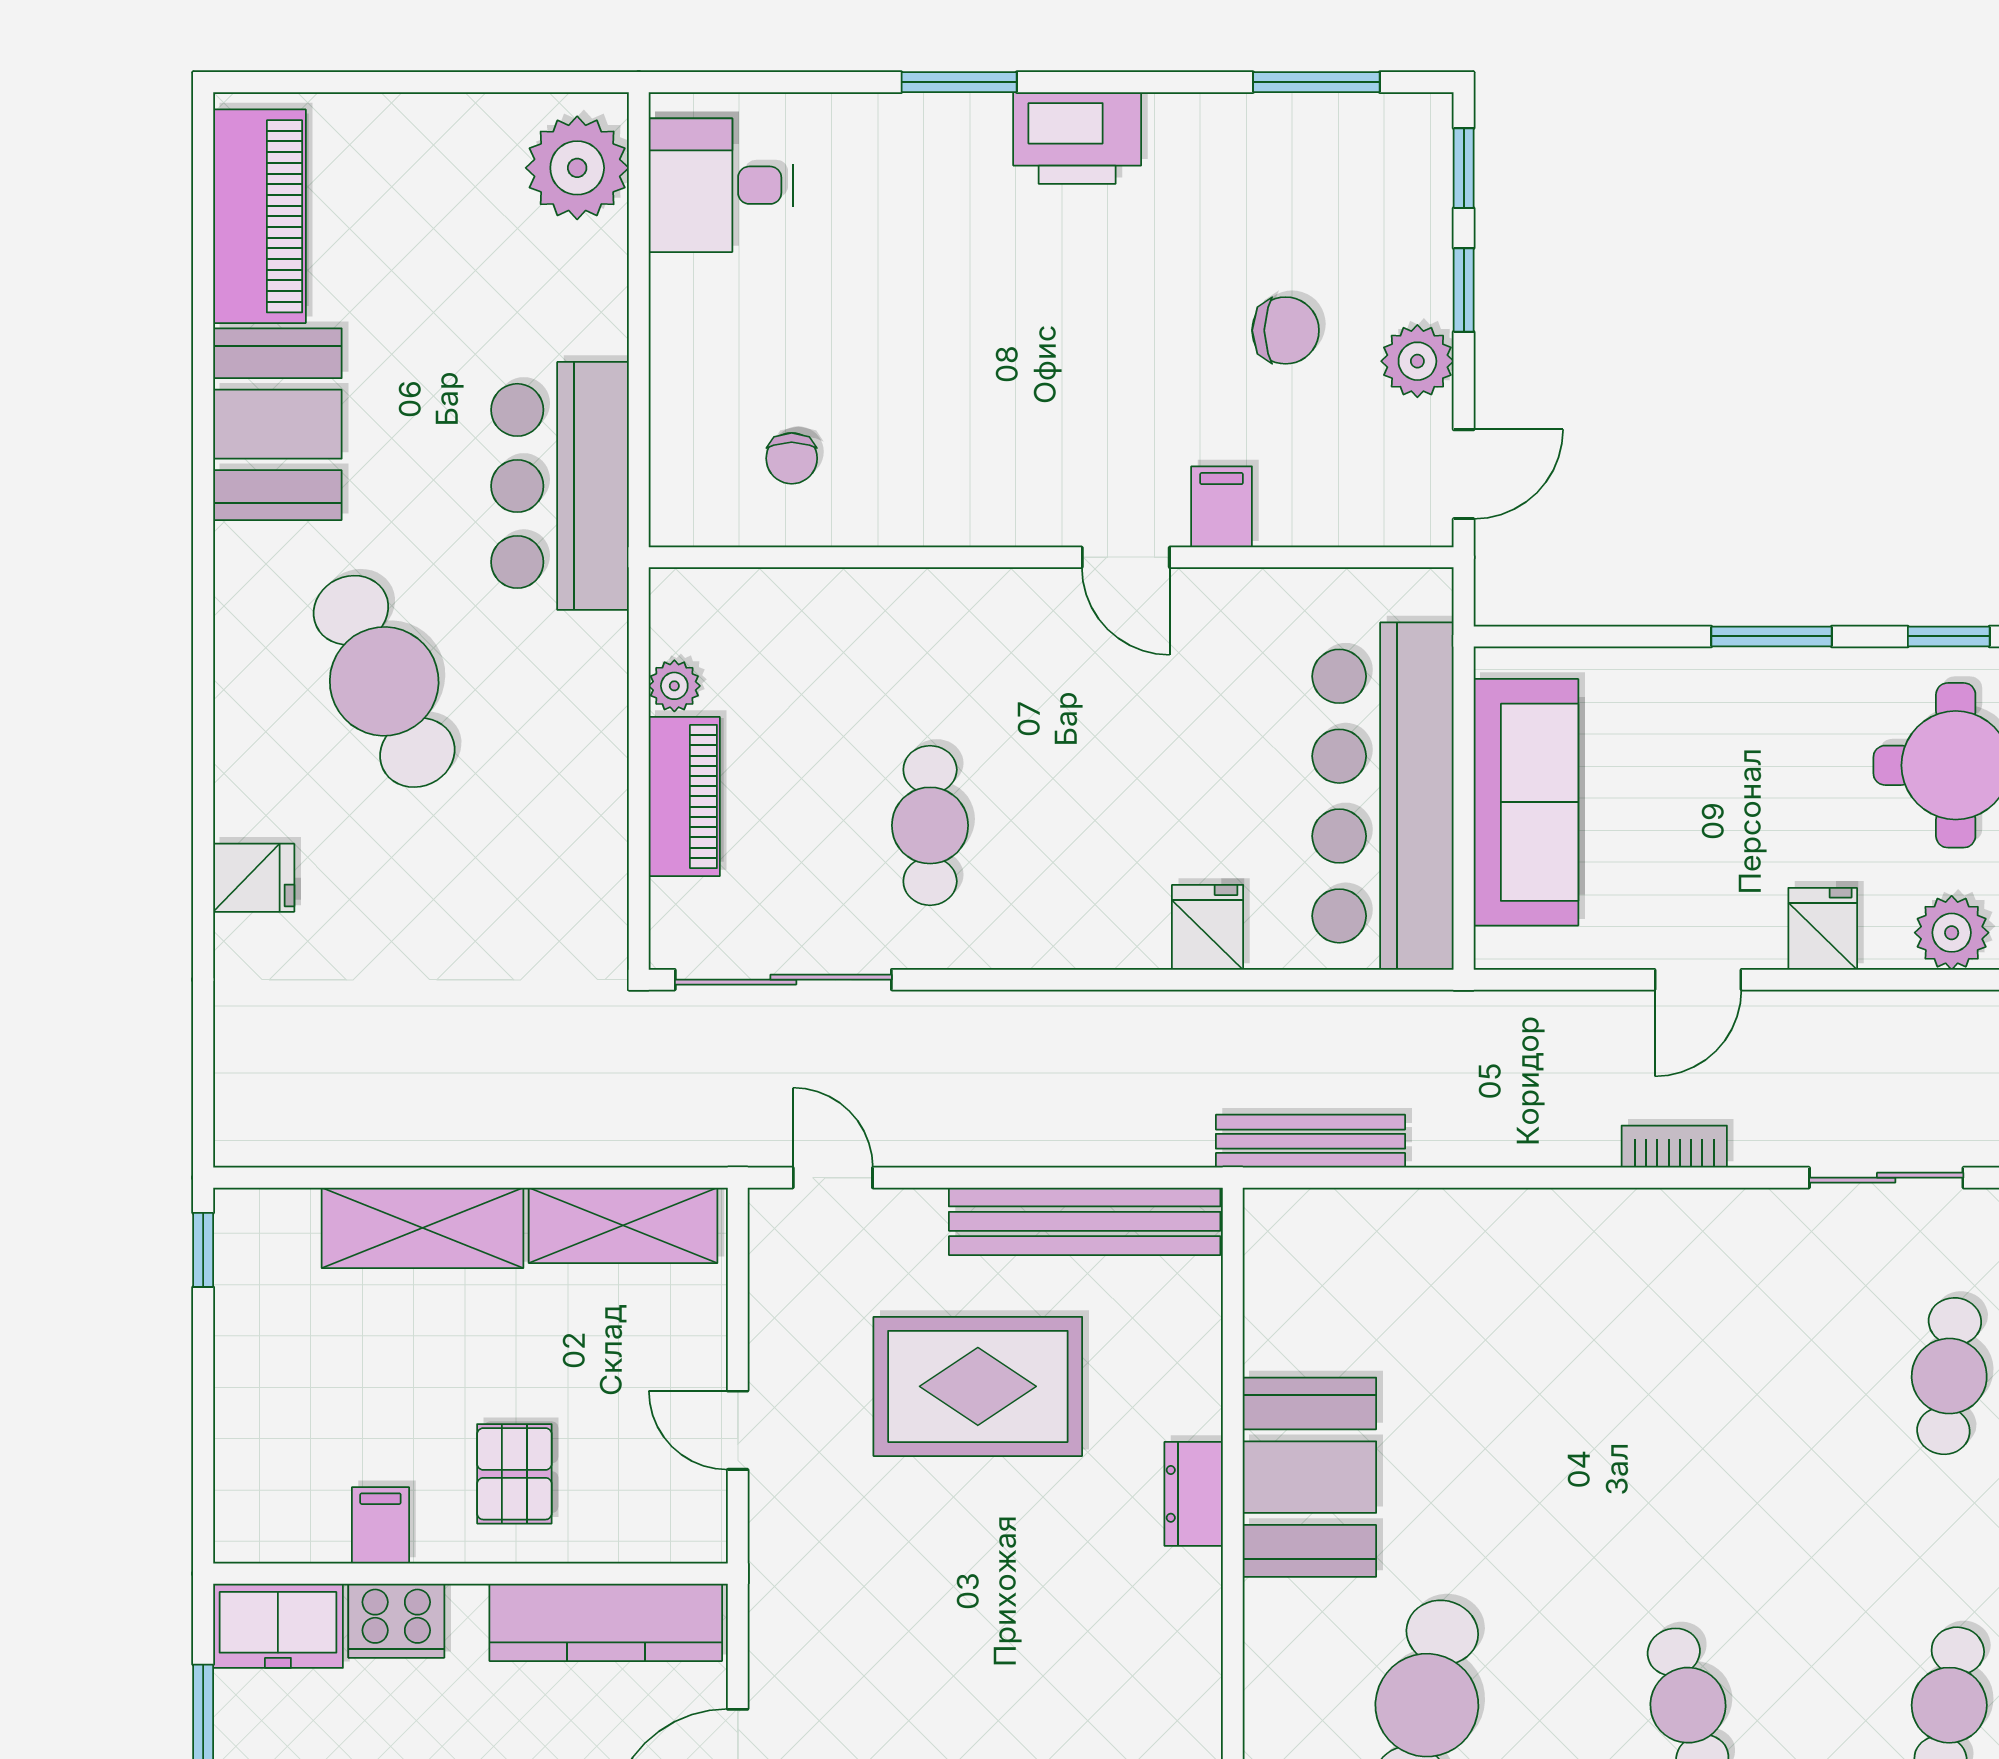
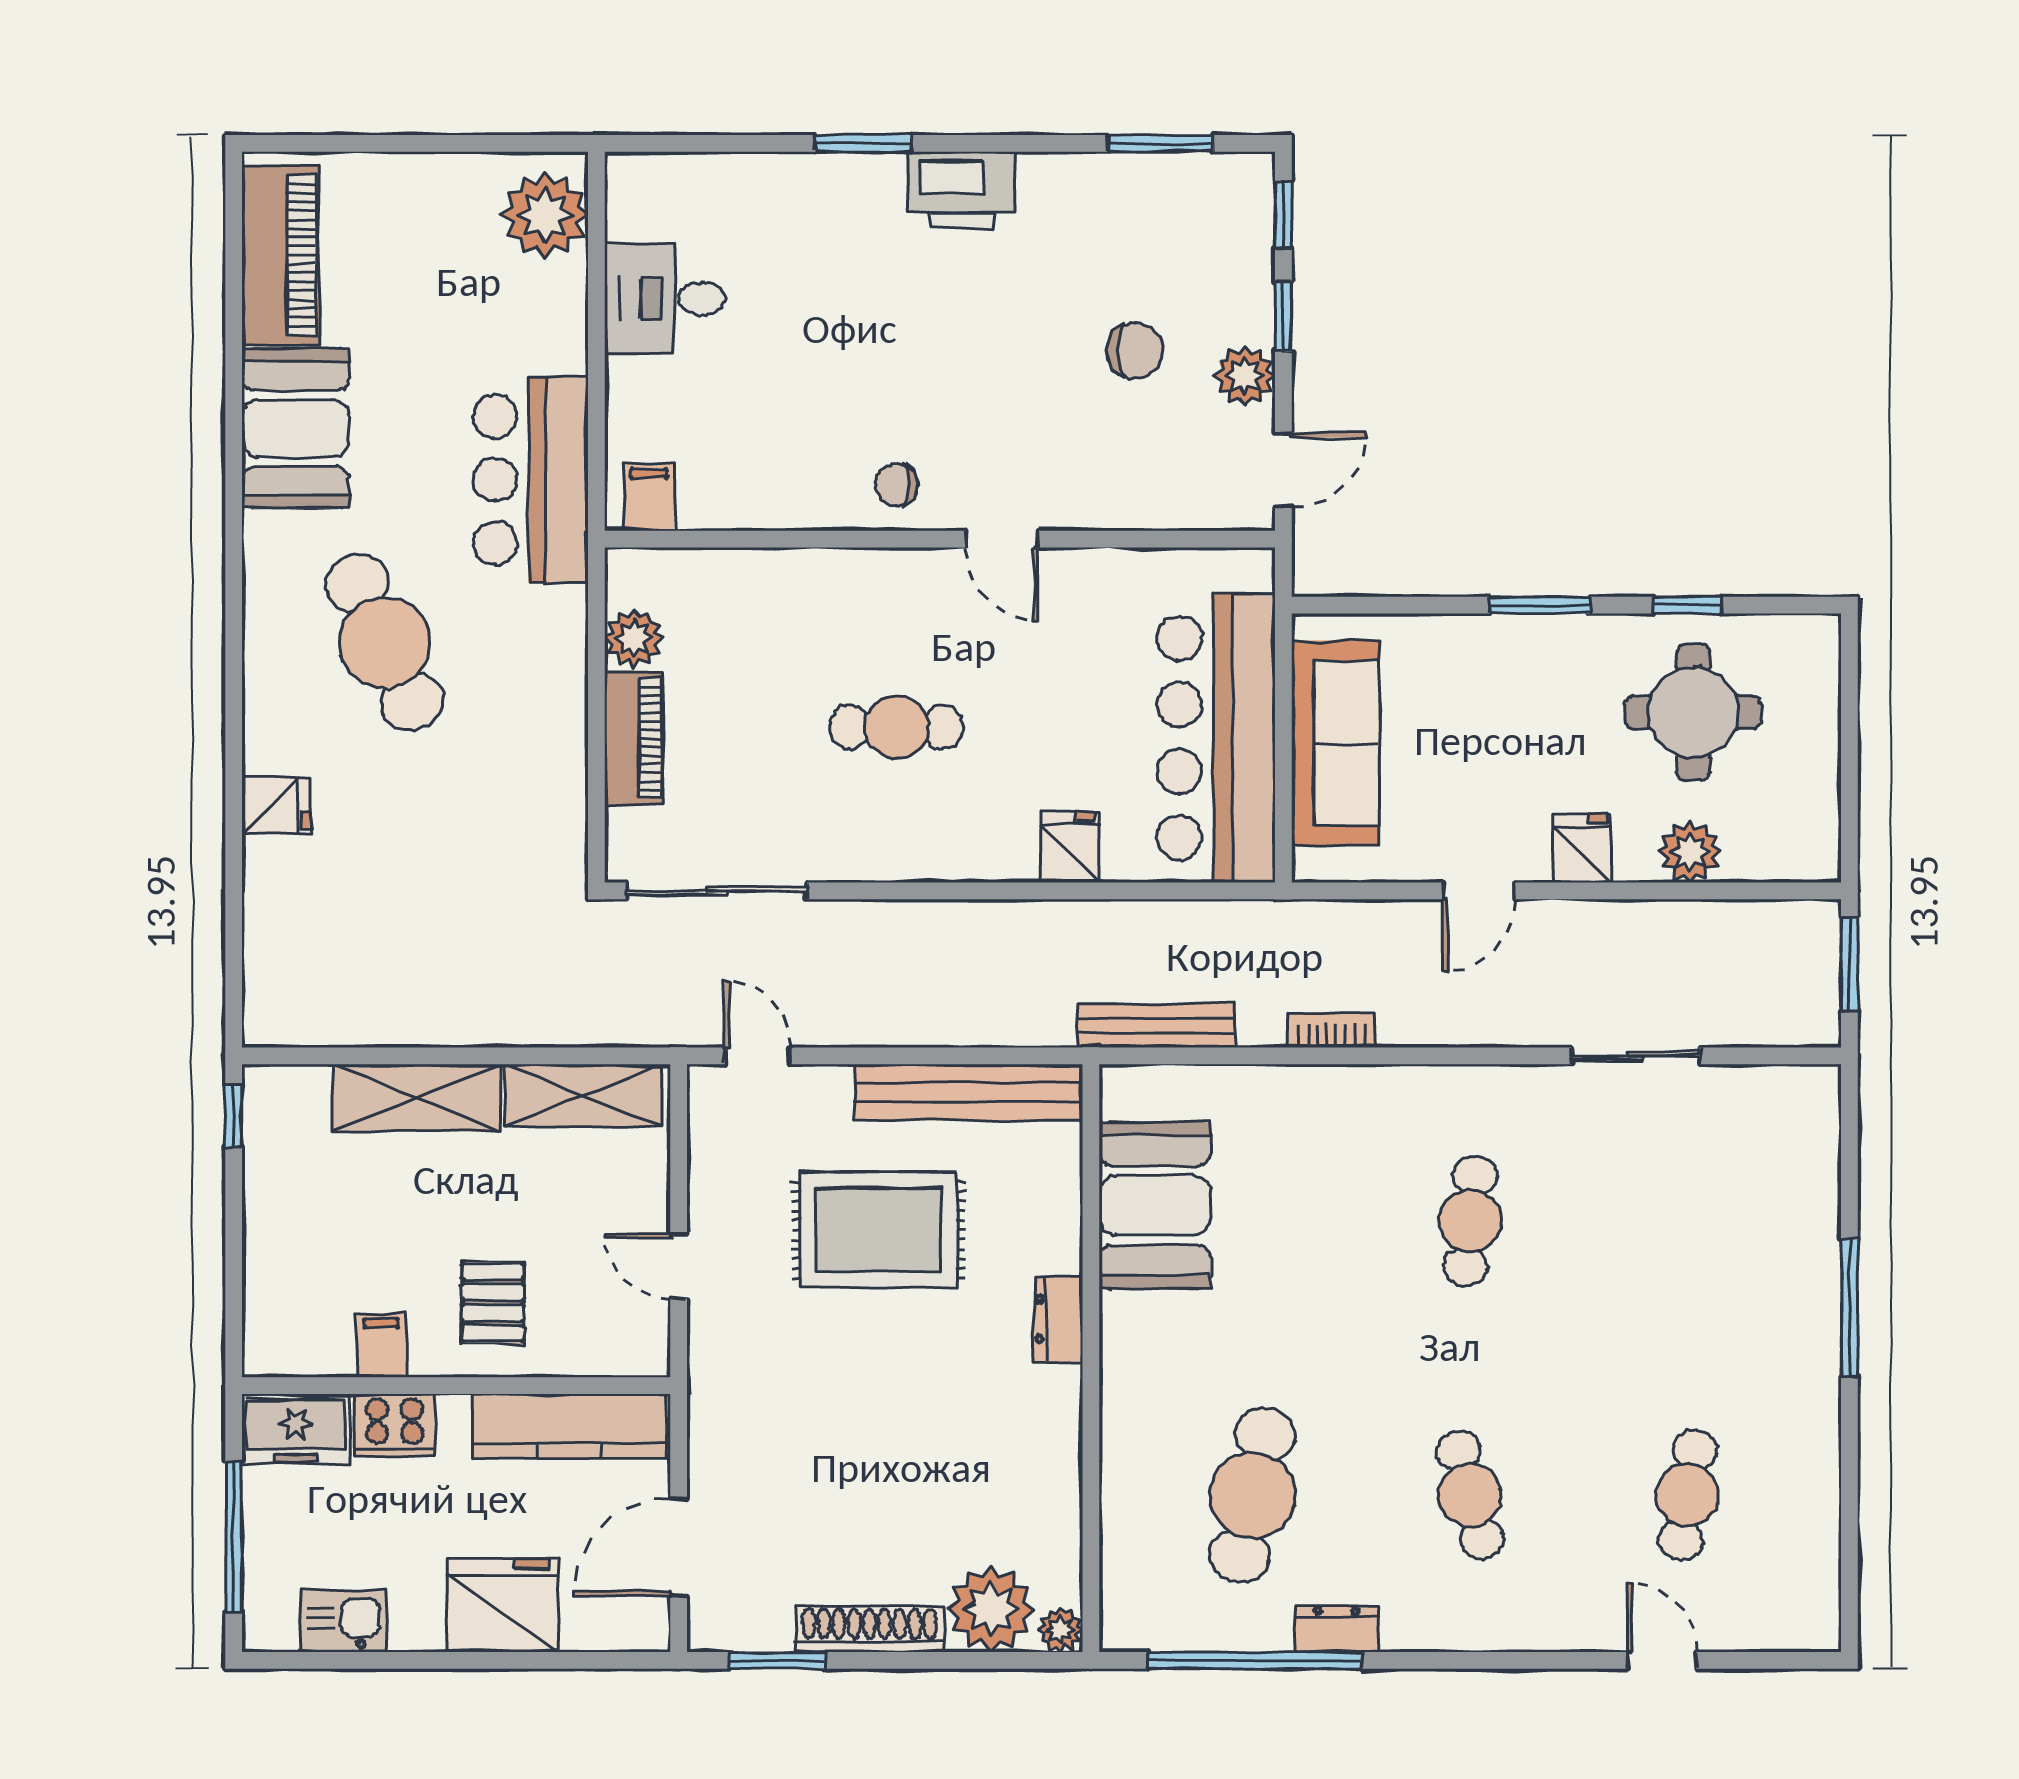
desk: (721, 185) -> (665, 299), moved
chair: (792, 458) -> (897, 485), moved, turned 90
filing cabinet: (1222, 507) -> (649, 497), moved
plant: (674, 686) -> (634, 638), width x1.38, depth x1.38
cafe table: (930, 825) -> (896, 727), moved, turned 90
bookcase: (1674, 1147) -> (1332, 1030), moved
cafe table: (1949, 1376) -> (1470, 1221), moved
booth: (1309, 1477) -> (1155, 1205), moved

